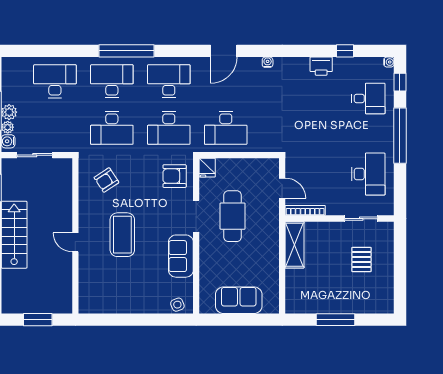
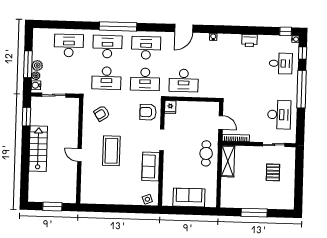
window: (345, 51) -> (286, 31), moved
cafe table: (233, 216) -> (206, 153), moved, width x0.73, depth x0.74

